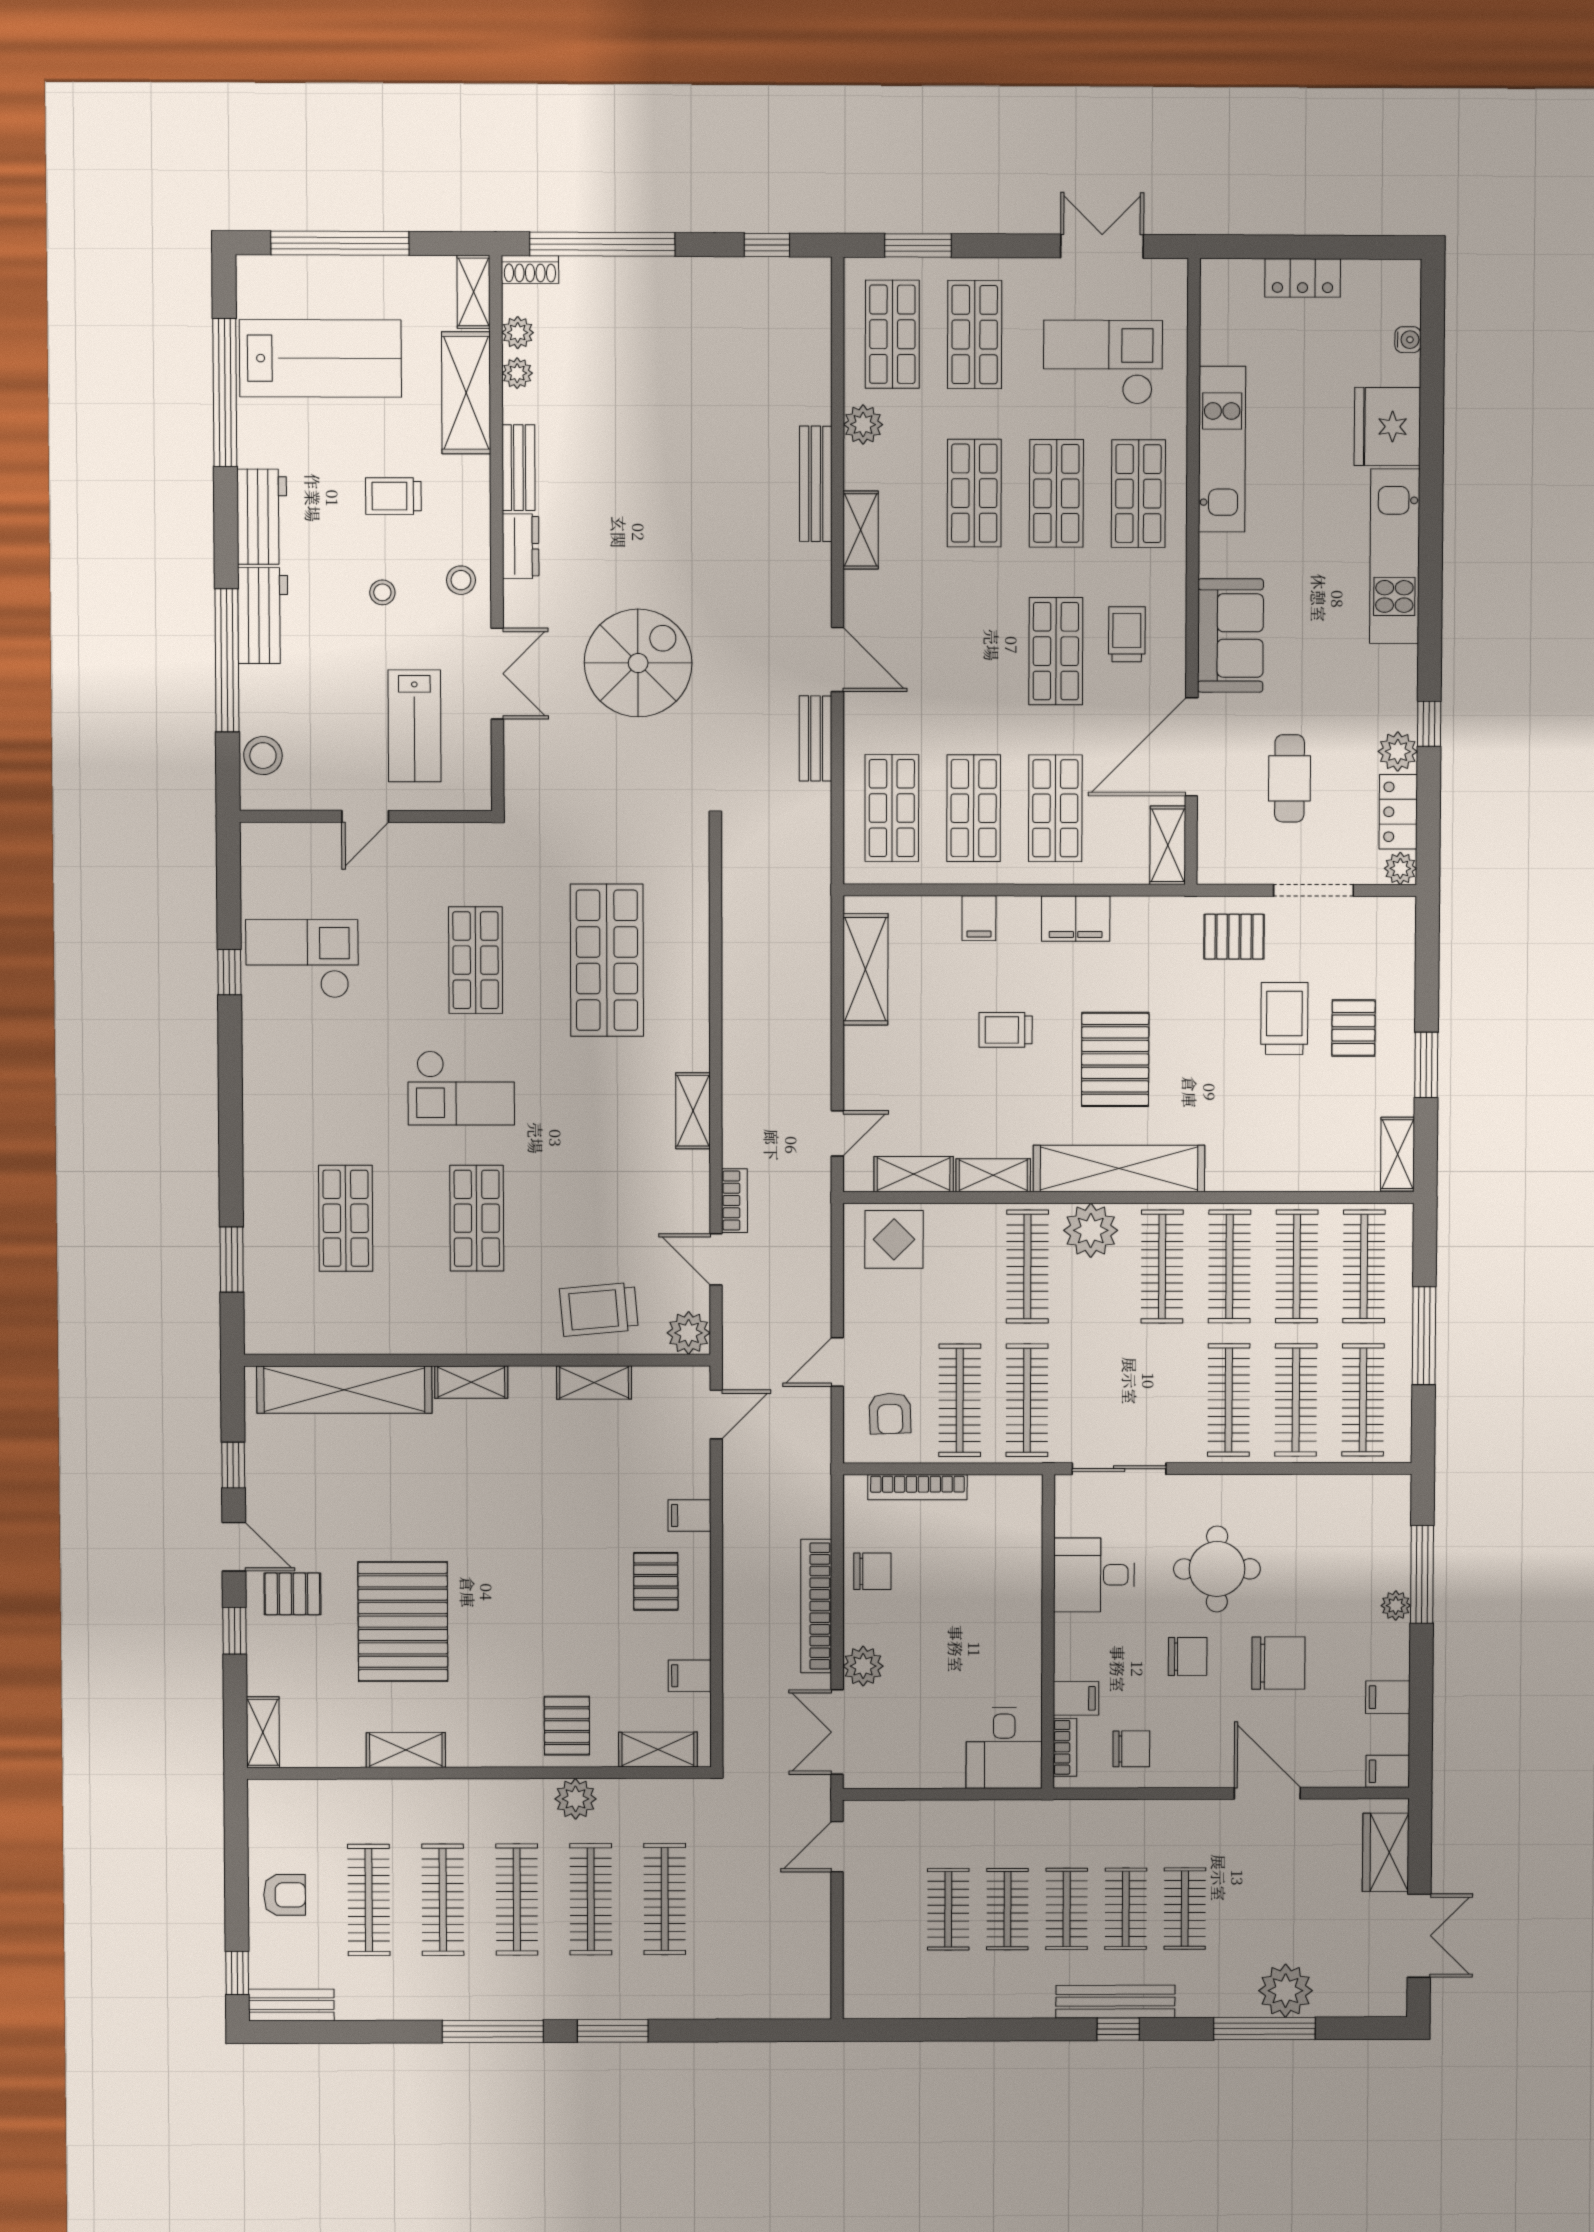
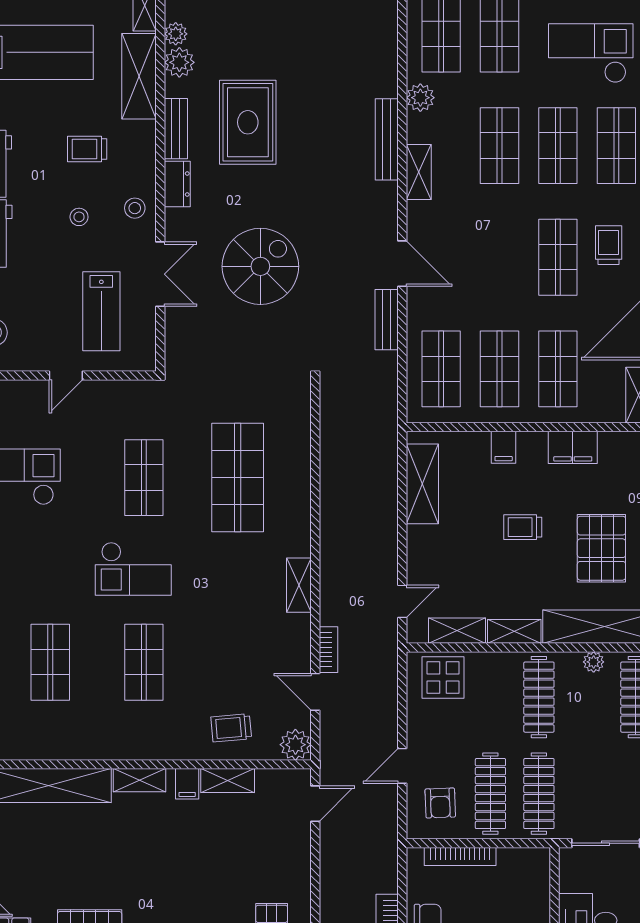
plant: (517, 373) -> (179, 62), width x1.38, depth x1.38
rug: (620, 459) -> (248, 122), added
plant: (1091, 1230) -> (594, 662), width x0.53, depth x0.53
trolley: (599, 1309) -> (231, 728), width x0.73, depth x0.72
filing cabinet: (689, 1516) -> (187, 784), moved, turned -90

